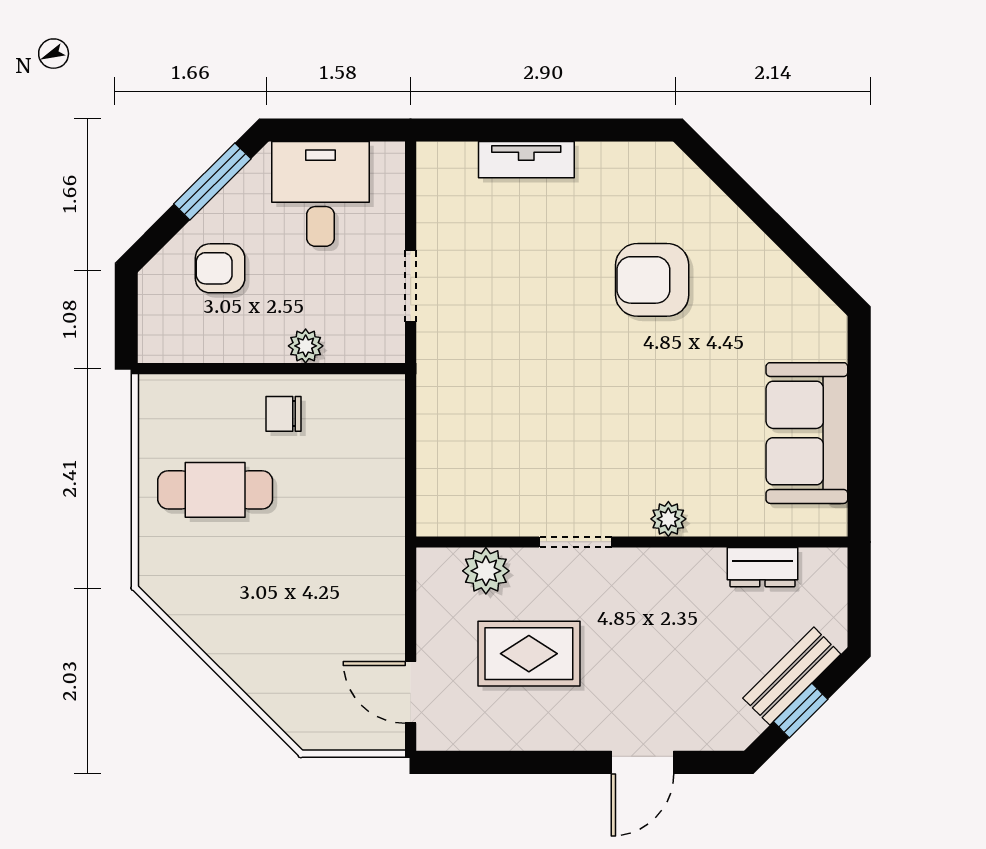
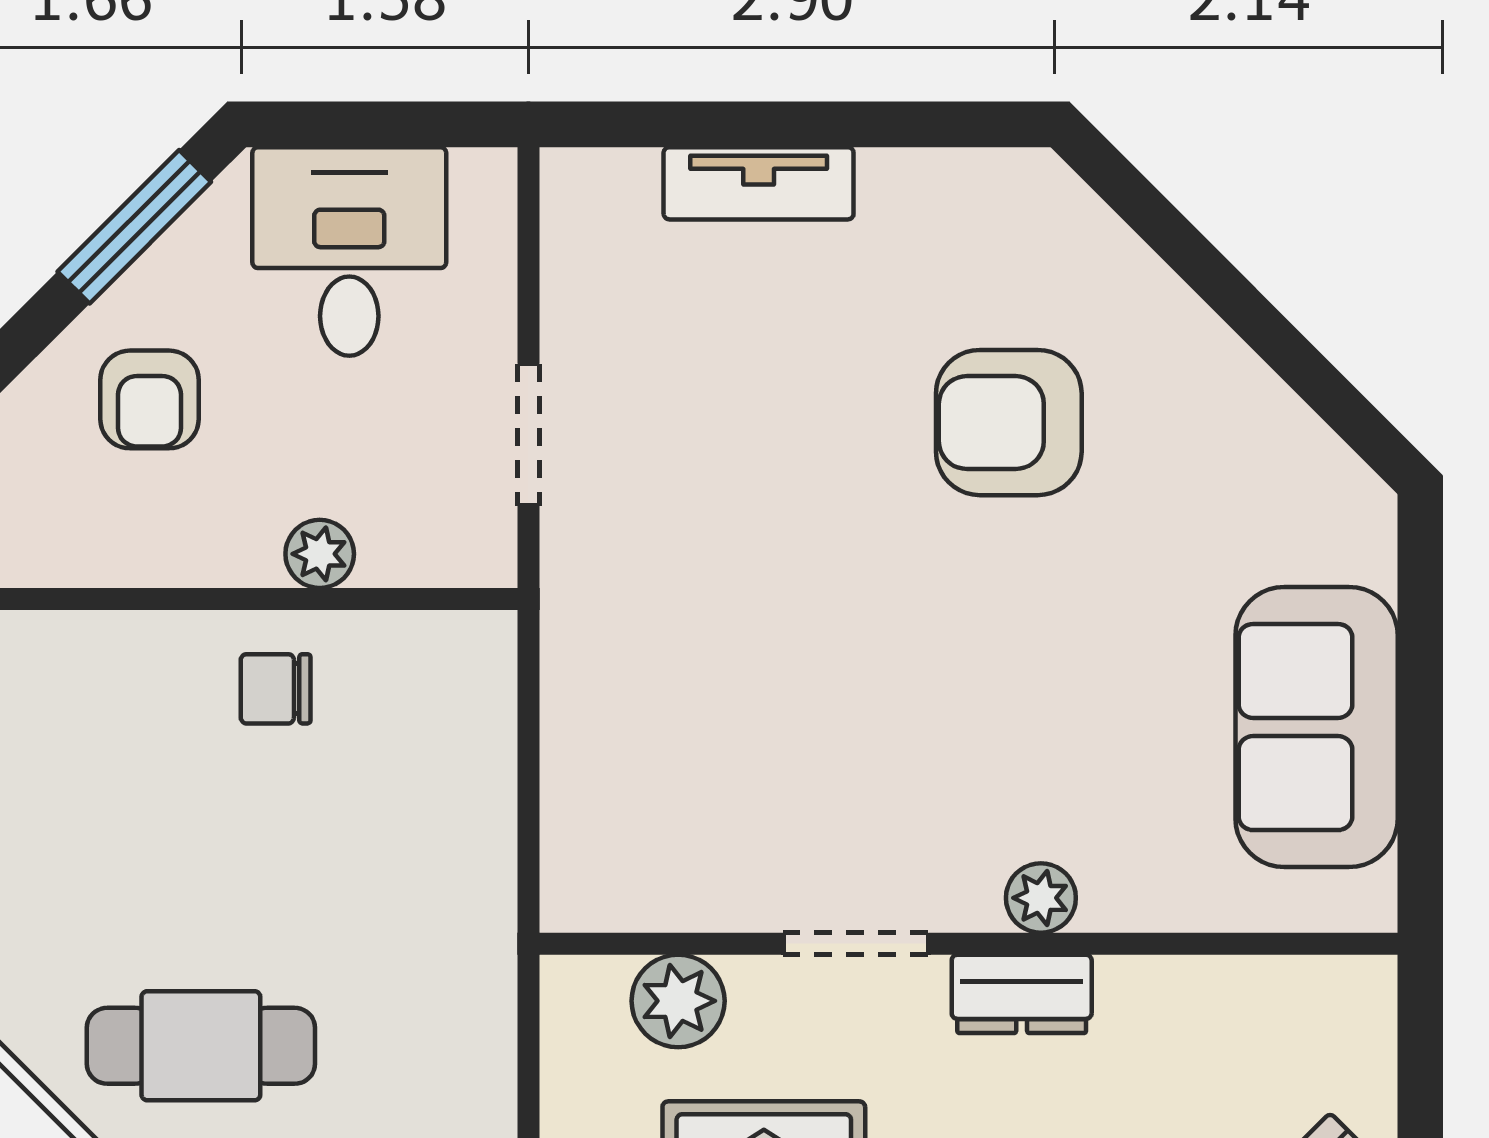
armchair: (220, 268) -> (150, 399), turned -90
cafe table: (215, 490) -> (201, 1046), moved
dresser: (762, 567) -> (1022, 994), moved

